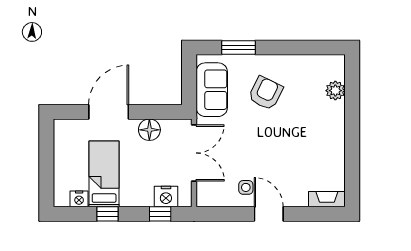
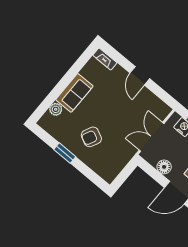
window: (239, 48) -> (65, 153), moved
sofa: (212, 90) -> (74, 93), moved, turned 180
side table: (246, 187) -> (140, 98), removed

